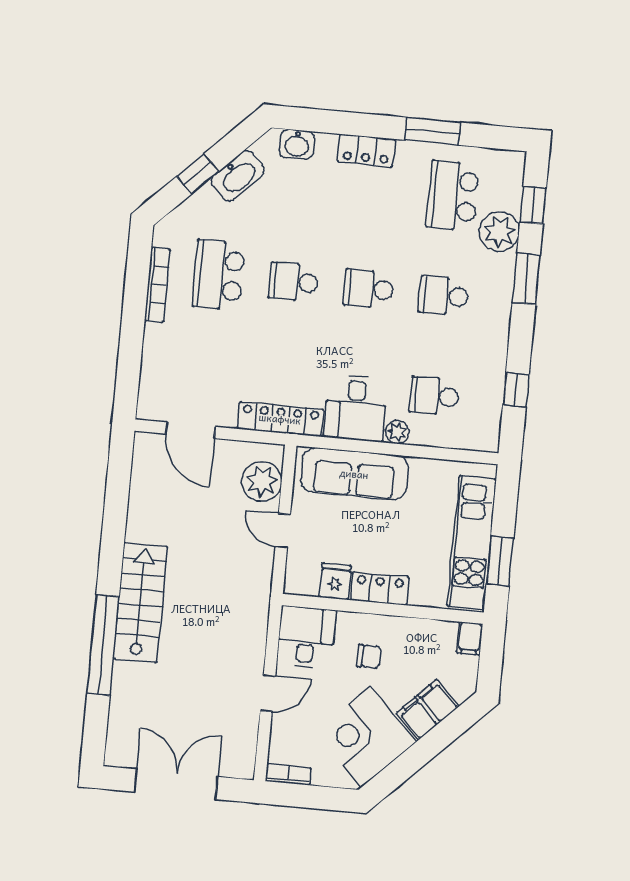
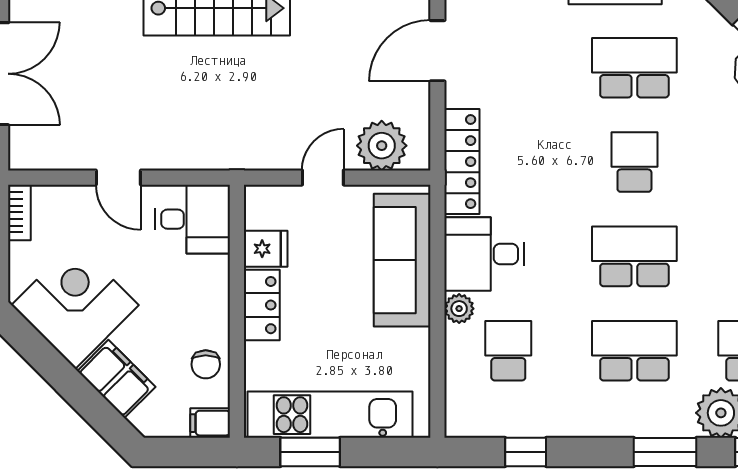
school desk: (368, 289) -> (634, 256), width x1.85
school desk: (443, 296) -> (634, 351), width x1.85
chair: (369, 656) -> (206, 364), moved

